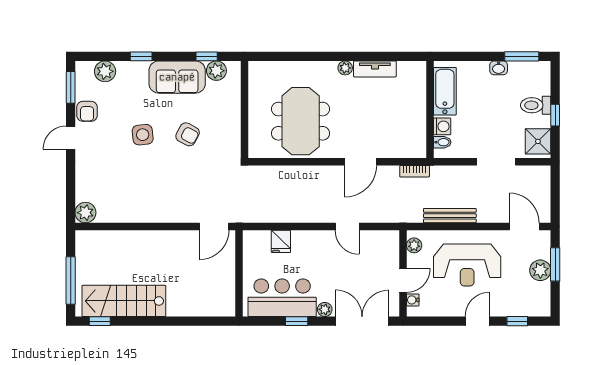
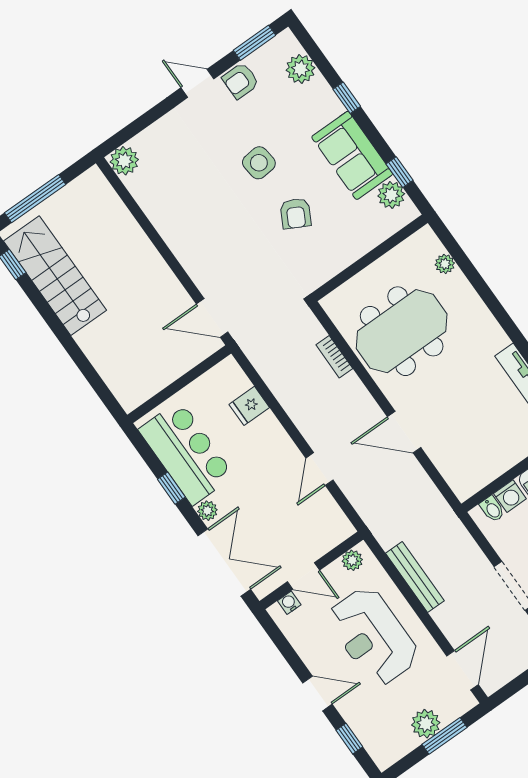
plant: (345, 68) -> (445, 264), moved
bookcase: (415, 171) -> (334, 357), moved

